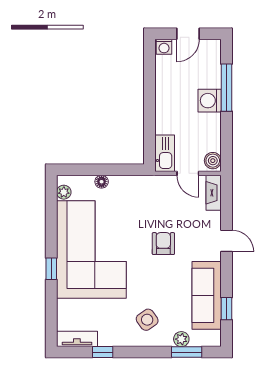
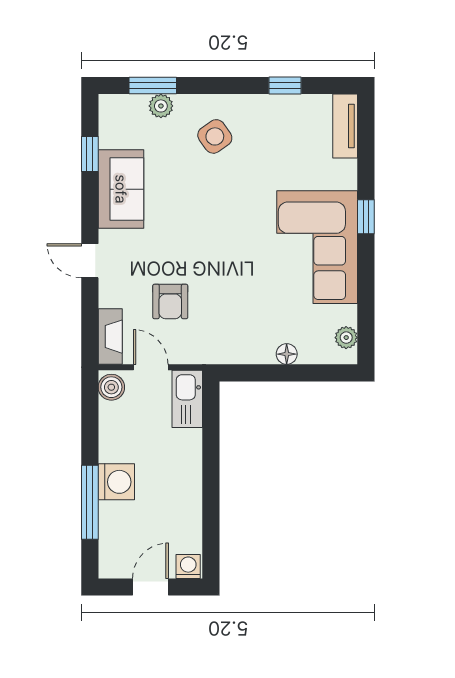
armchair: (163, 244) -> (170, 301), moved
corner sofa: (91, 250) -> (317, 247), width x0.73, depth x0.74
sofa: (207, 295) -> (121, 189), width x0.73
tv unit: (77, 339) -> (345, 126), moved, turned 90

